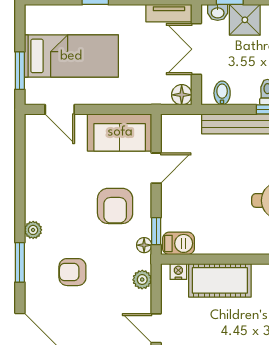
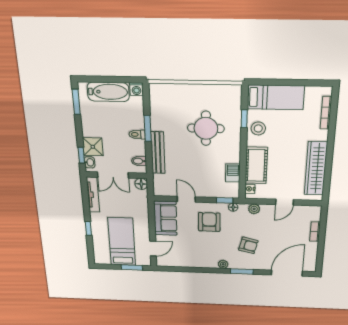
tv unit: (169, 13) -> (93, 195), width x1.41
armchair: (115, 206) -> (209, 222), turned -90
barbecue: (179, 243) -> (233, 173), moved
armchair: (72, 272) -> (248, 245), turned -76

